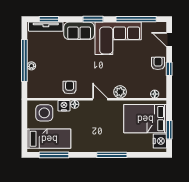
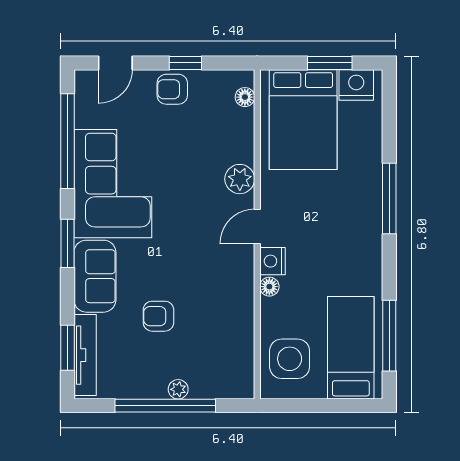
armchair: (70, 88) -> (158, 316), moved
nightstand: (64, 106) -> (272, 261), moved

